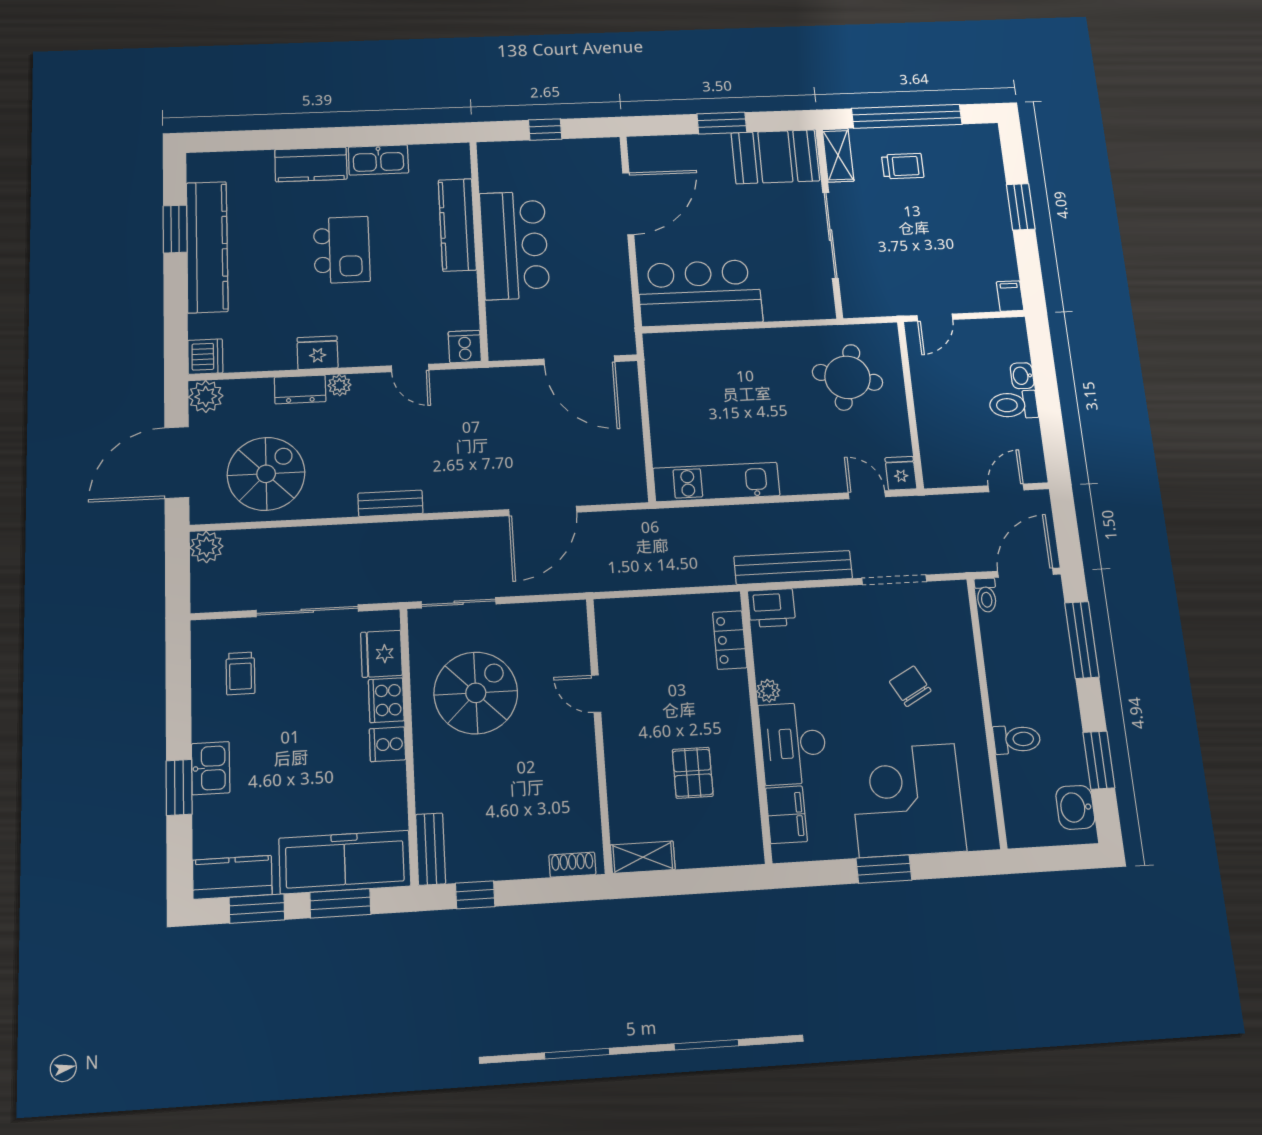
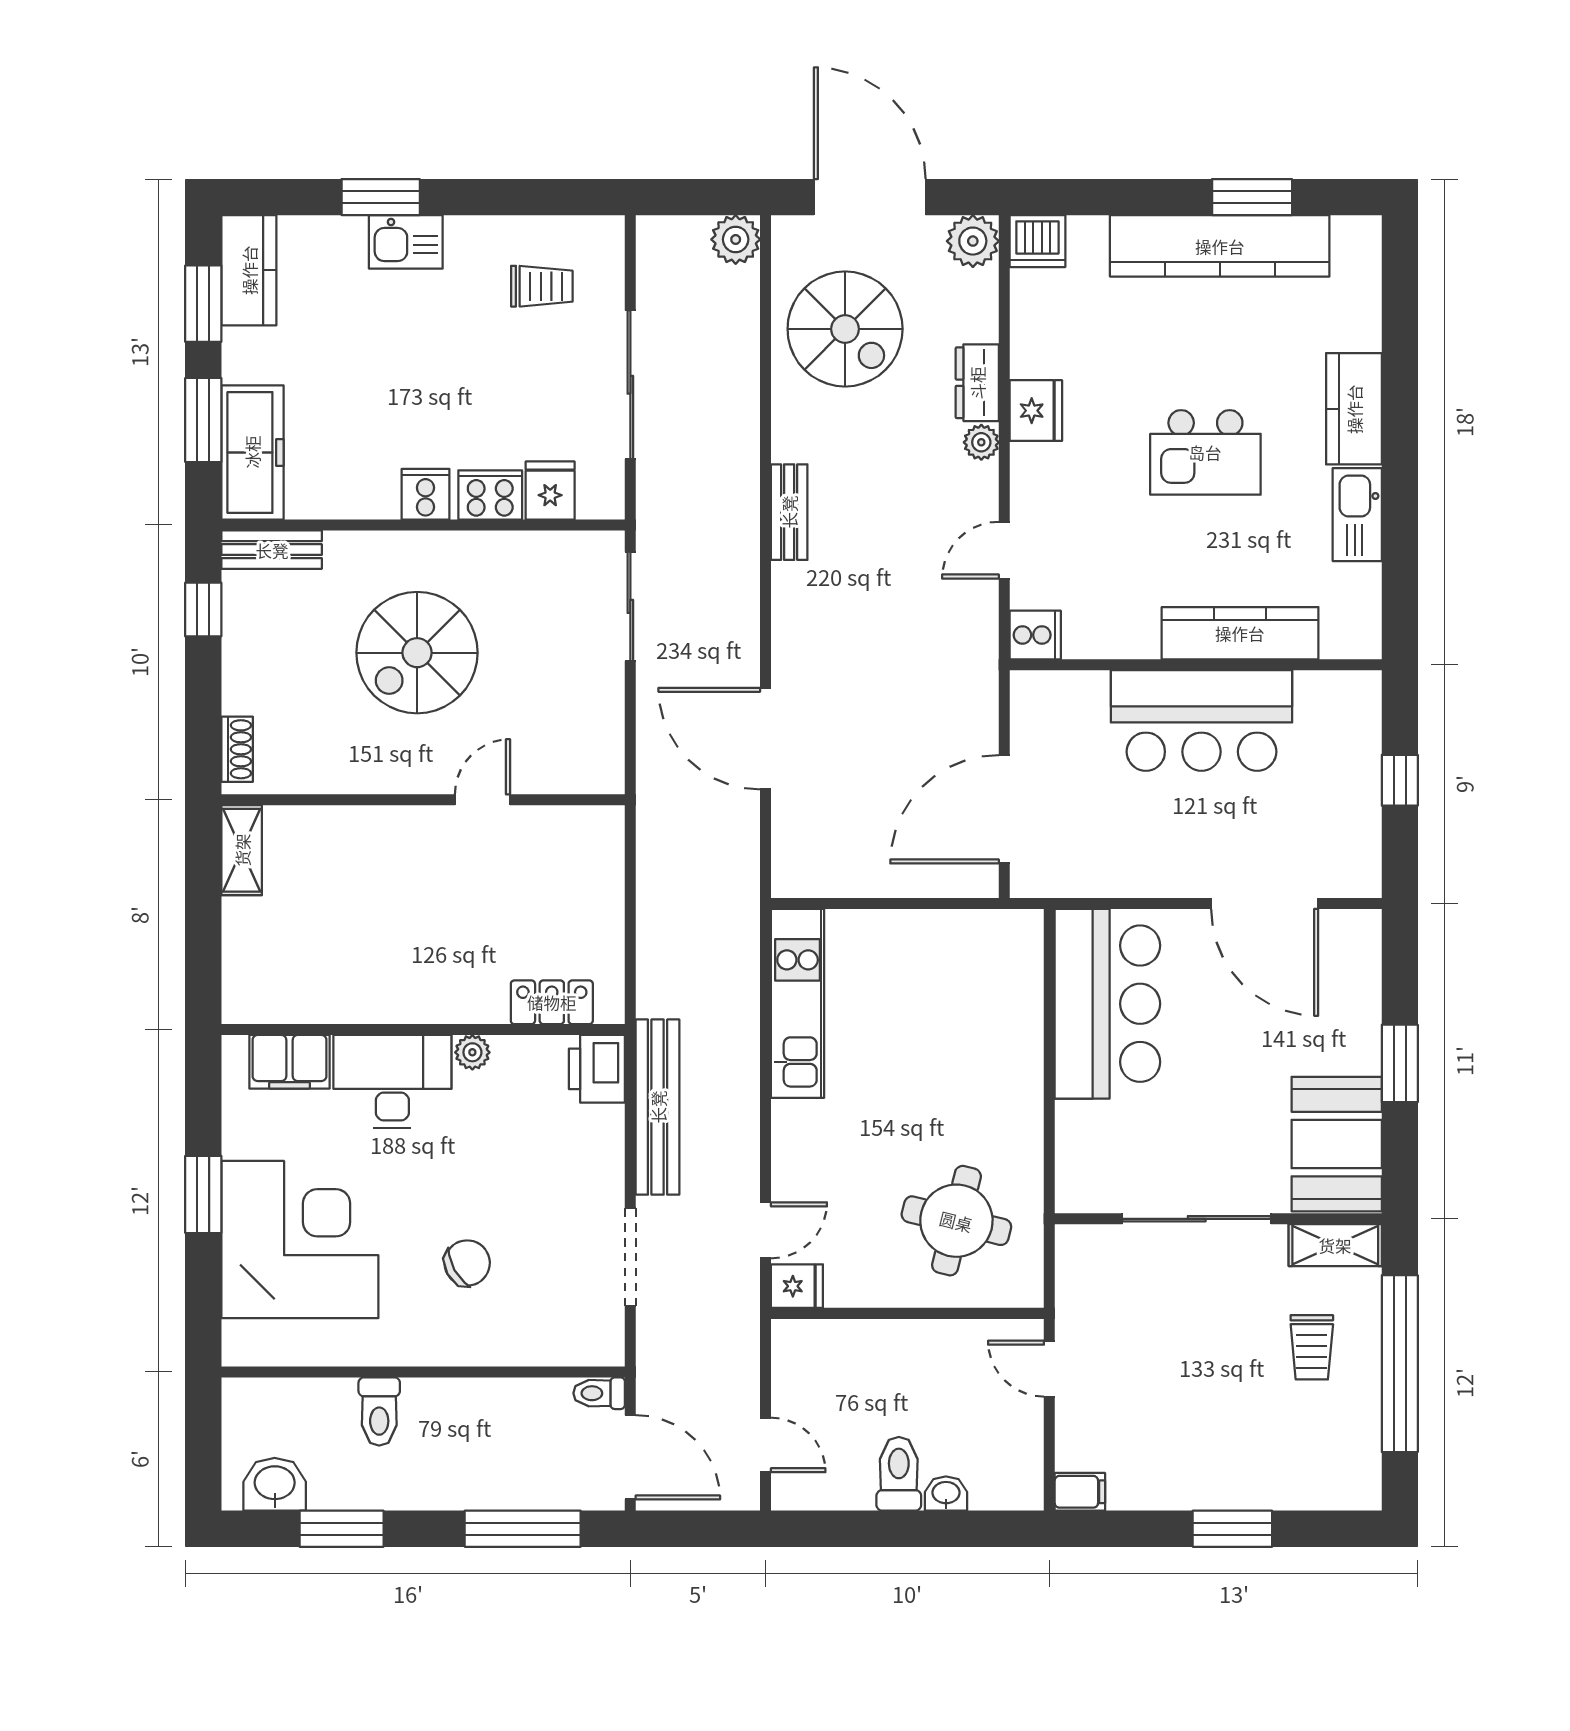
fridge: (381, 654) -> (550, 490), width x0.72
trolley: (240, 673) -> (542, 286), turned 180
spiral stairs: (476, 693) -> (417, 653), moved, turned 90
pallet: (693, 773) -> (358, 931), removed
freezer: (345, 862) -> (252, 452), width x0.73, depth x0.79

